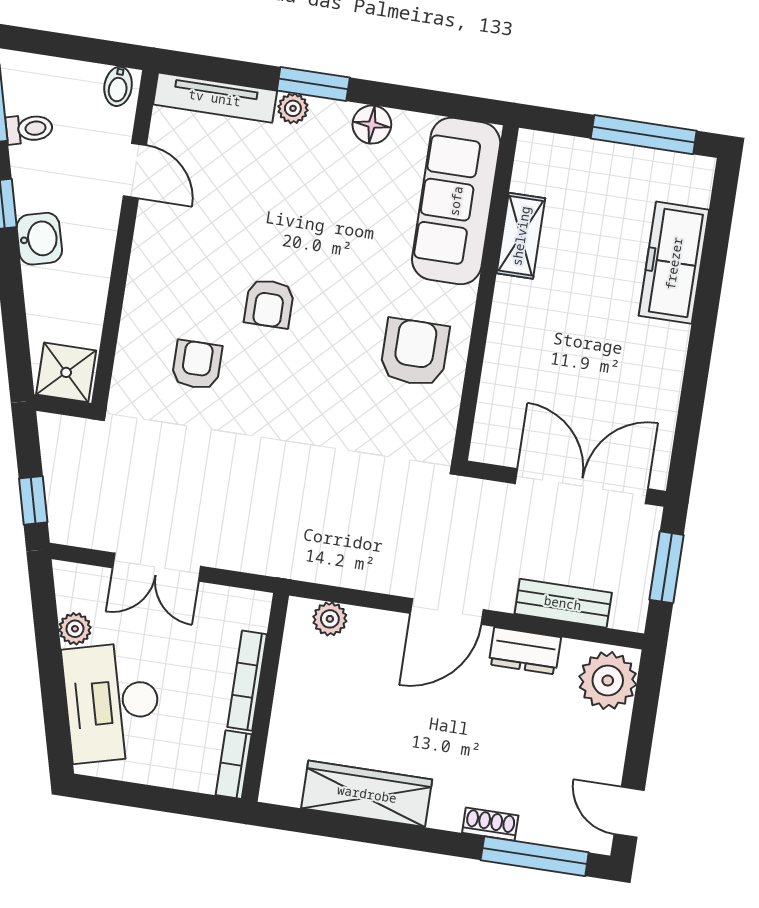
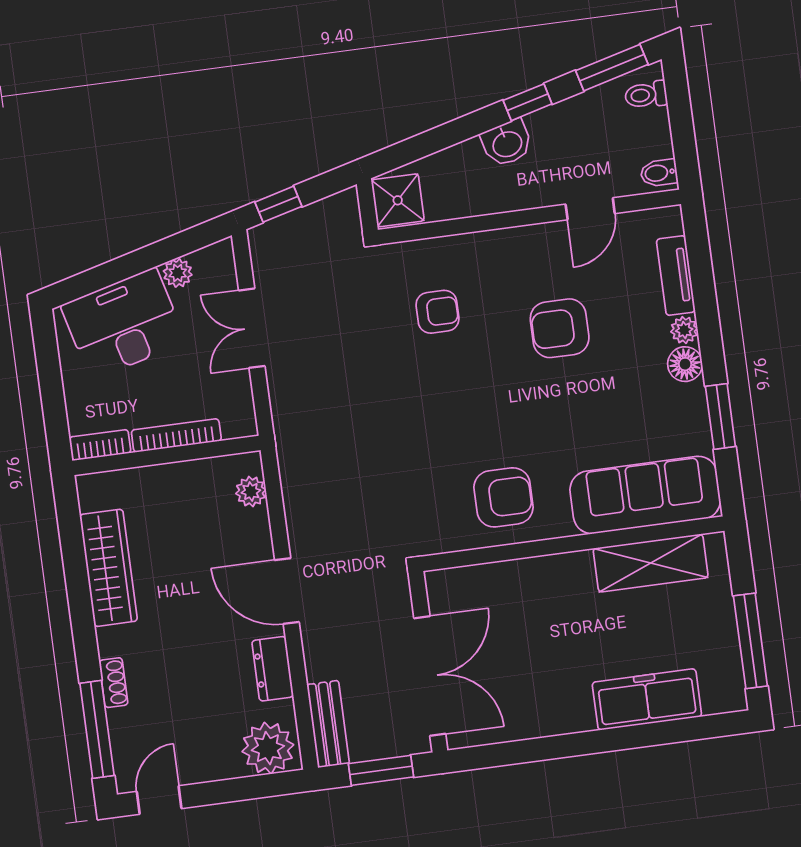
window: (313, 84) -> (720, 416), moved
tv unit: (215, 98) -> (676, 276), width x0.71
floor lamp: (372, 125) -> (685, 364), moved
toilet: (29, 129) -> (646, 95), moved, turned 105
shelving: (521, 236) -> (651, 563), width x1.50, depth x1.33
armchair: (269, 304) -> (560, 328), moved, width x1.38, depth x1.38
bench: (563, 603) -> (328, 724), moved

